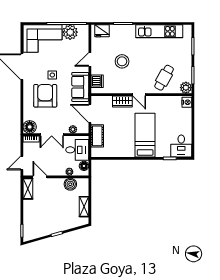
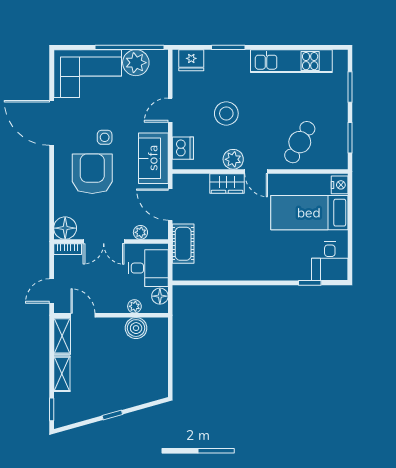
plant: (186, 88) -> (233, 159), moved
bed: (145, 135) -> (309, 213), moved, turned -90
shelving: (84, 207) -> (62, 374), moved

